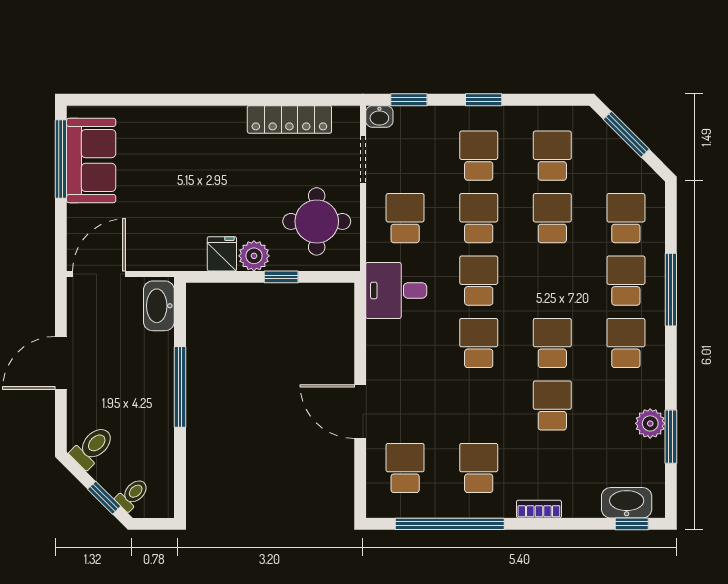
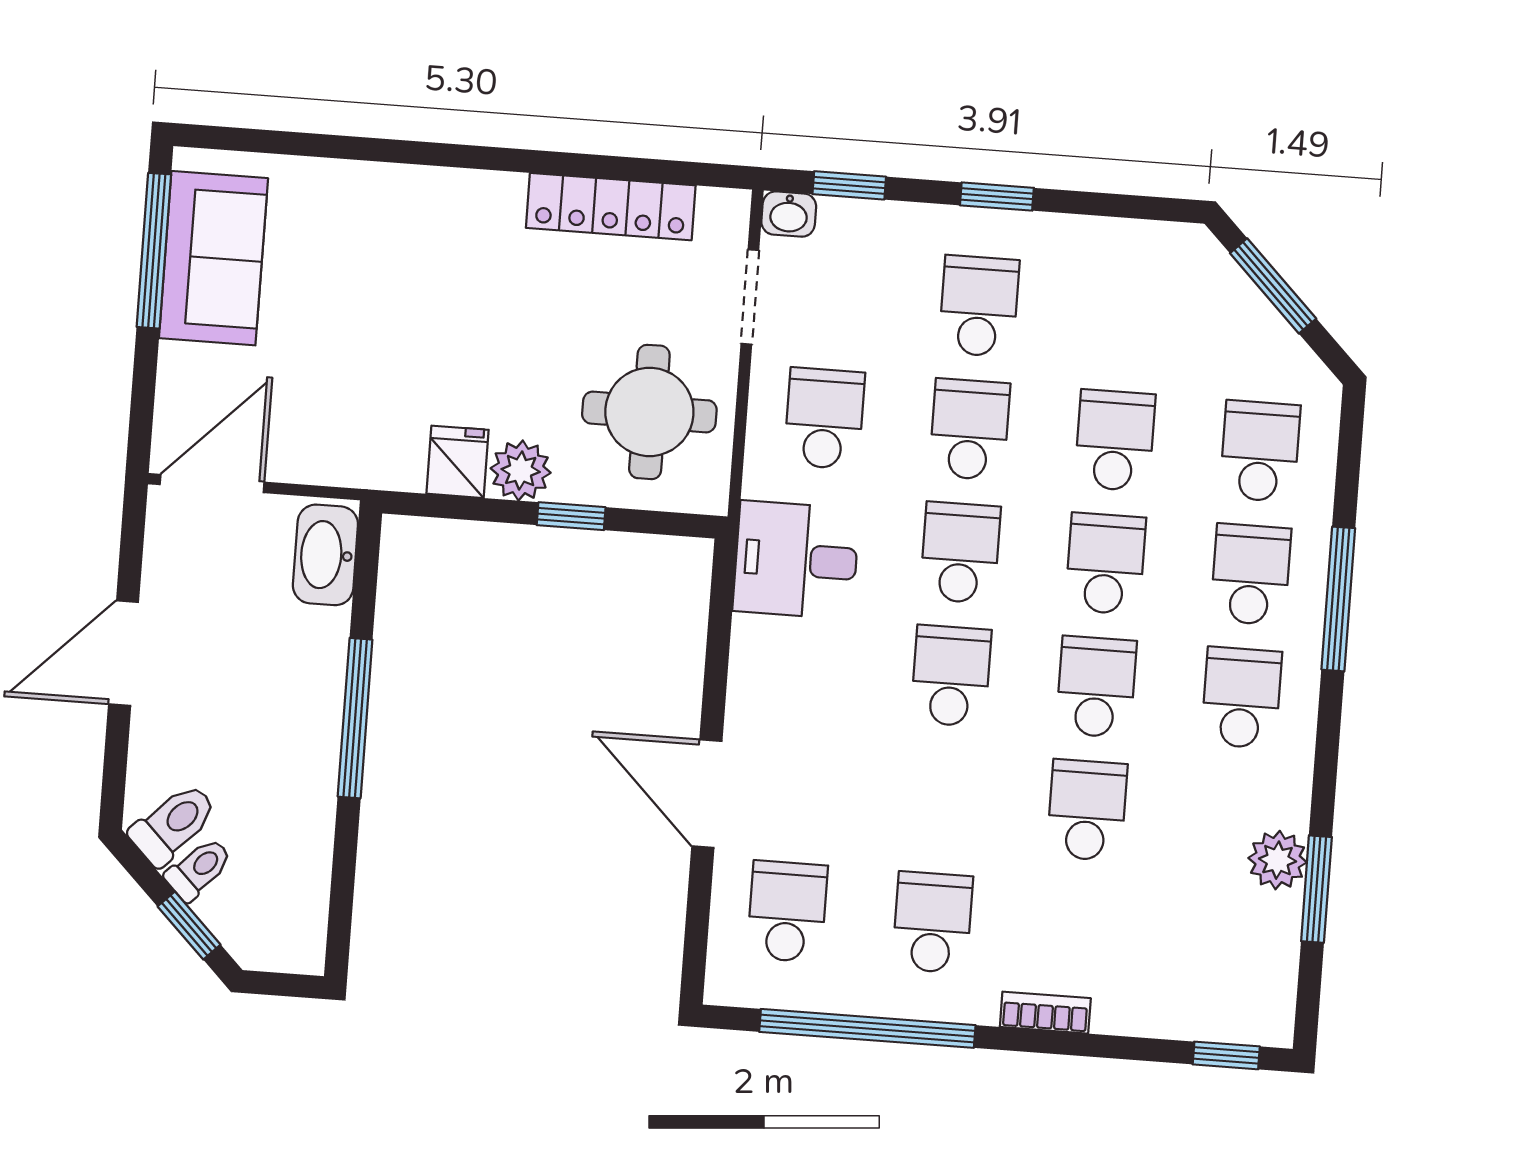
school desk: (552, 156) -> (1106, 564), moved
toilet: (132, 494) -> (199, 869), moved
washbasin: (627, 503) -> (1219, 1013), removed

